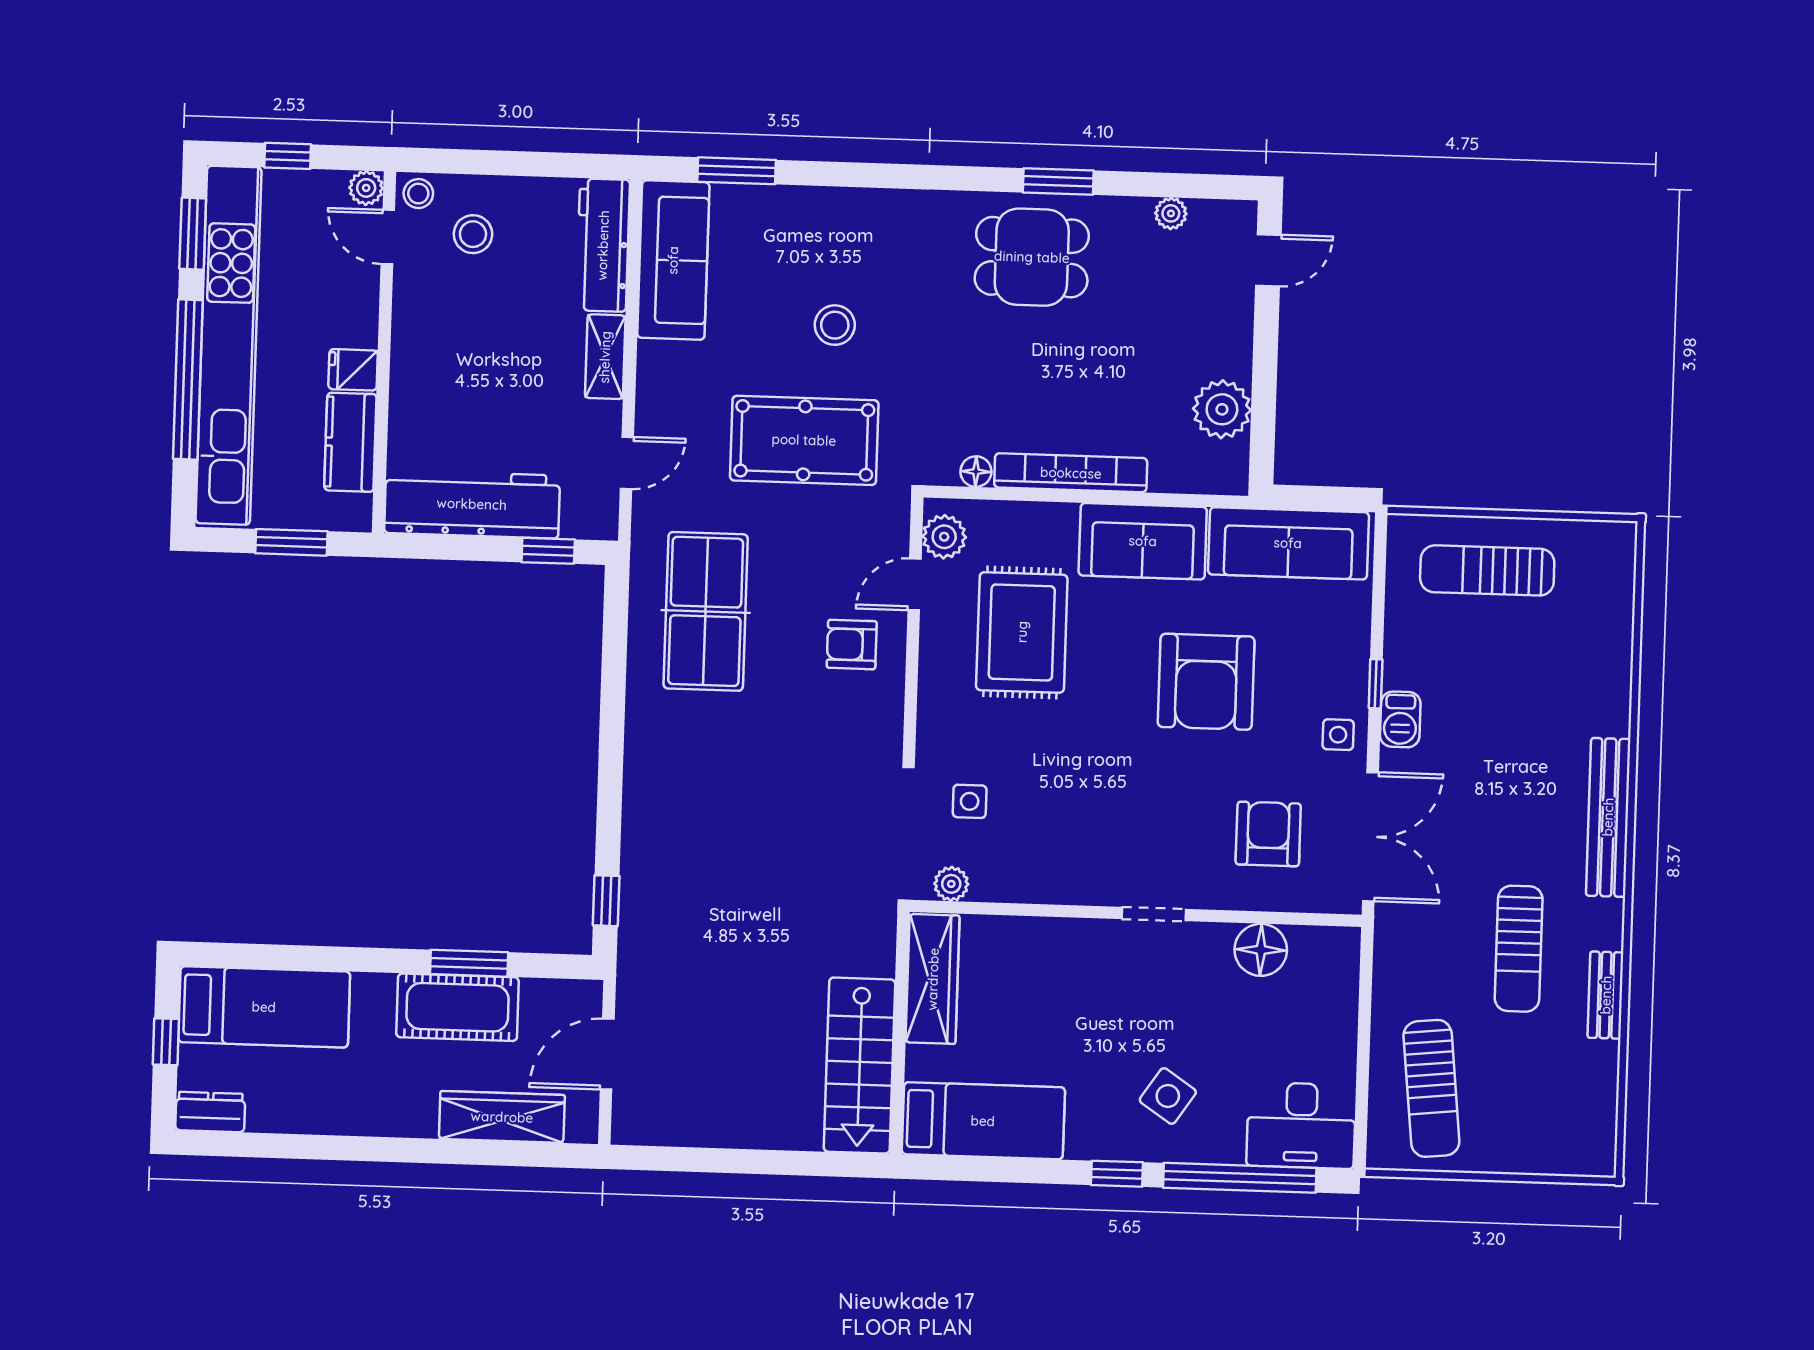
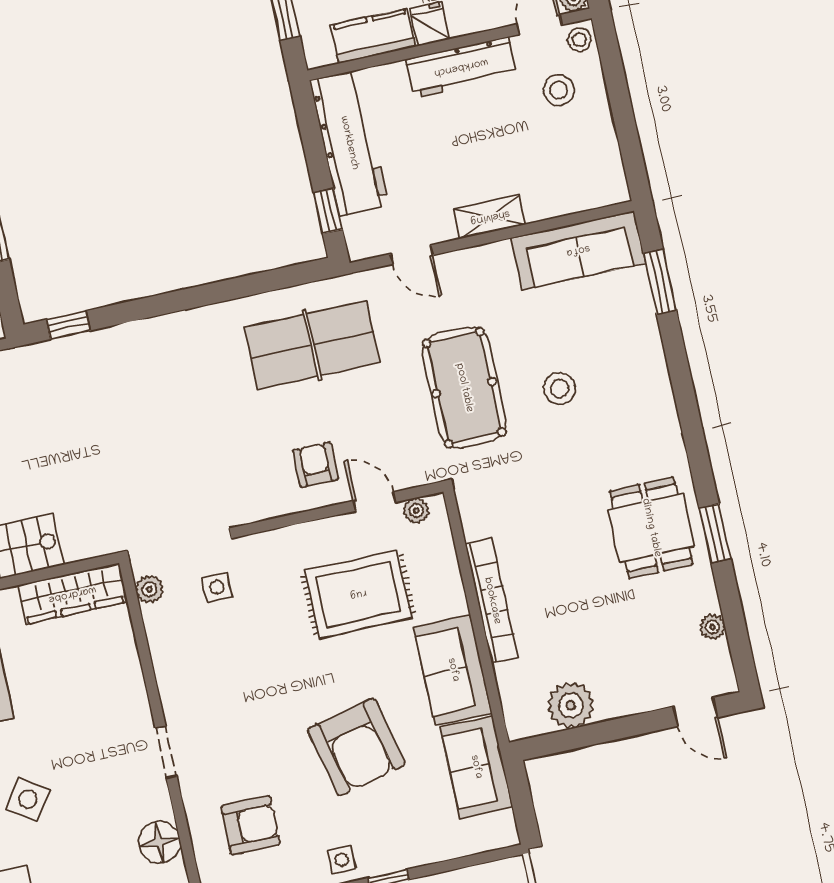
workbench: (603, 245) -> (461, 67), moved, turned 180
floor lamp: (976, 472) -> (474, 527), removed
plant: (944, 537) -> (416, 511), width x0.73, depth x0.73
sofa: (1288, 543) -> (476, 767), width x0.73
armchair: (1206, 682) -> (356, 747), turned -103

